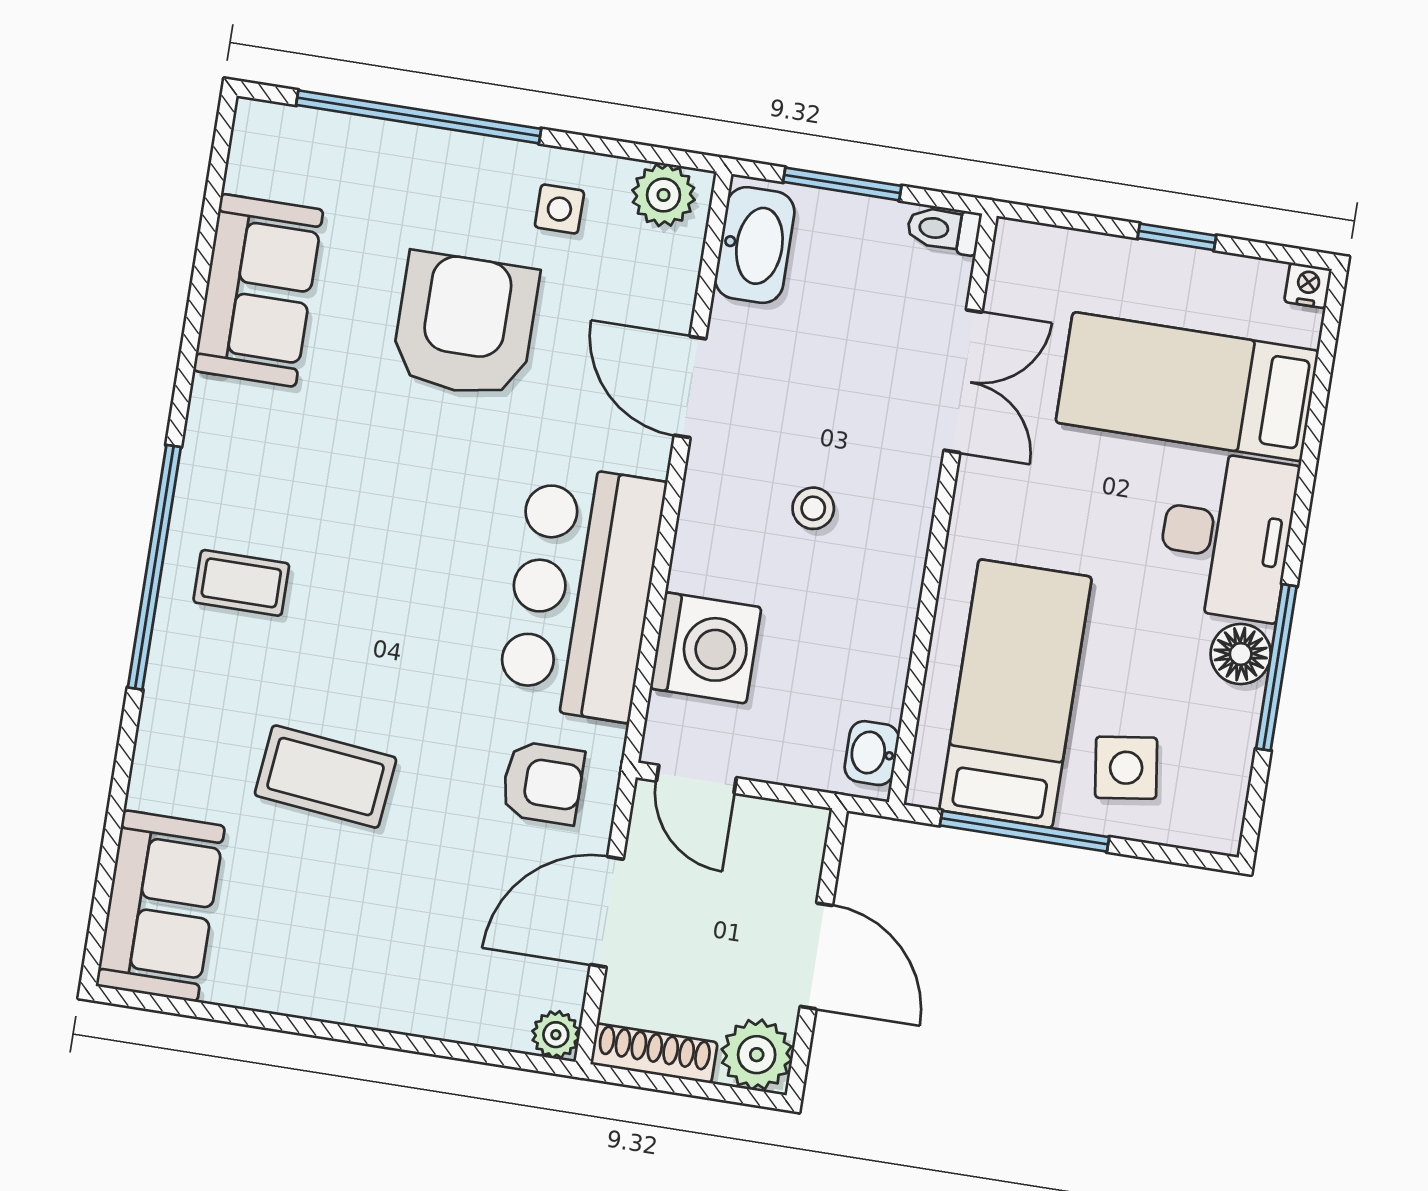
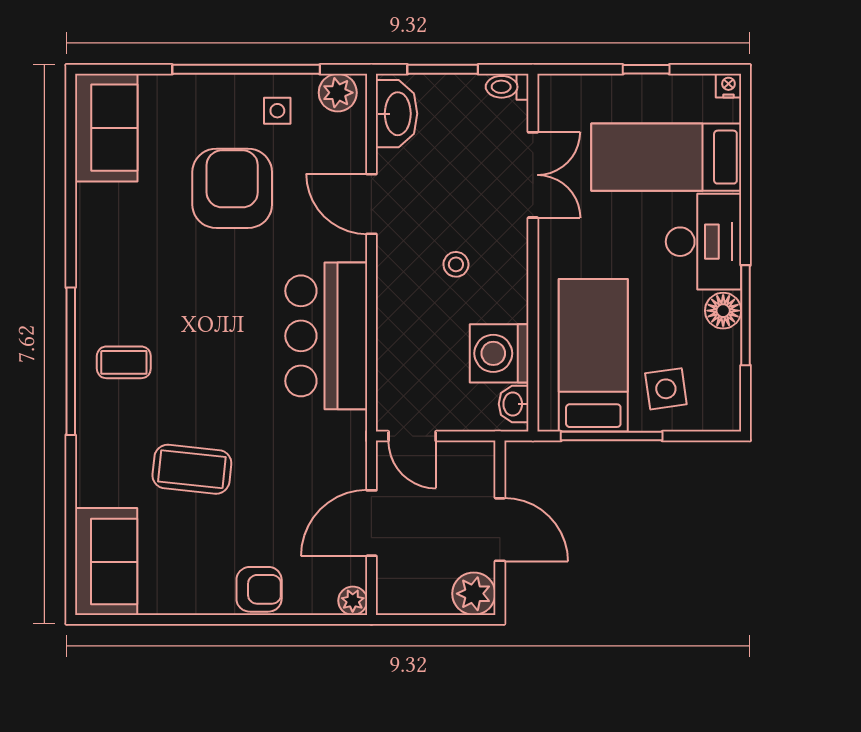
window: (419, 117) -> (246, 69), moved
sofa: (258, 290) -> (106, 128), moved
washing machine: (706, 648) -> (499, 353), moved, turned 180
armchair: (543, 783) -> (259, 589), moved
shoe rack: (654, 1053) -> (413, 603), removed

